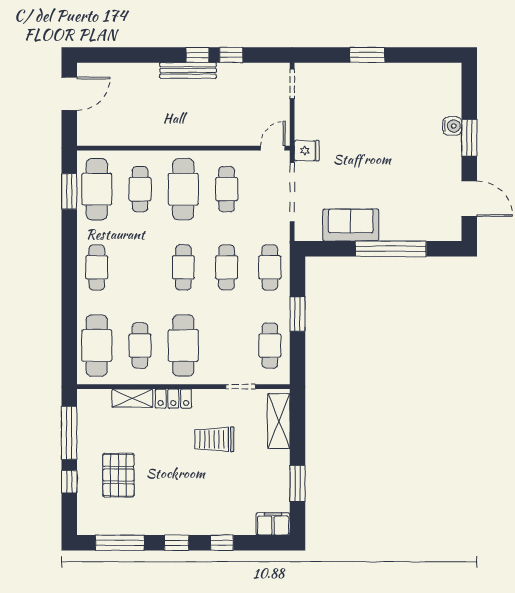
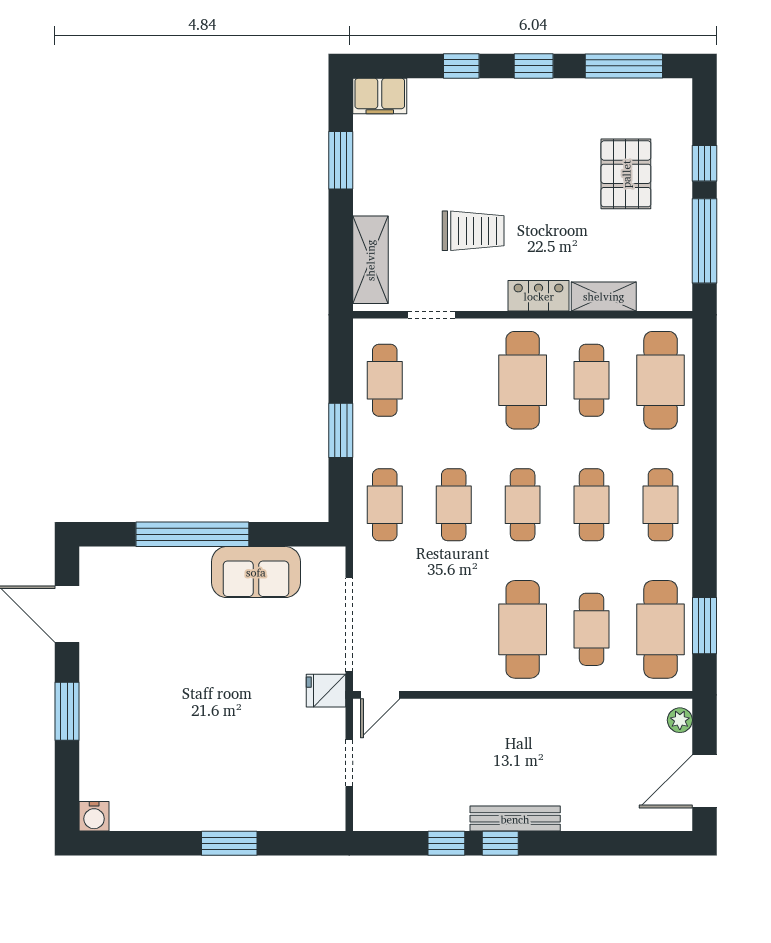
doorway: (292, 84) -> (349, 763), moved
water cooler: (452, 126) -> (94, 816), moved, turned -90
plant: (85, 132) -> (680, 720), added
cafe table: (227, 189) -> (592, 505), moved

